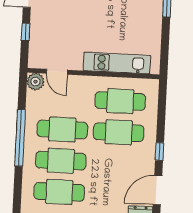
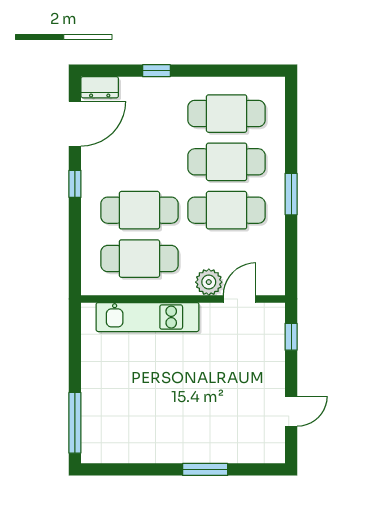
window: (25, 32) -> (291, 337), moved
door: (57, 72) -> (240, 299), hinge flipped
plant: (35, 82) -> (209, 282), moved
window: (20, 138) -> (291, 194), width x0.47

